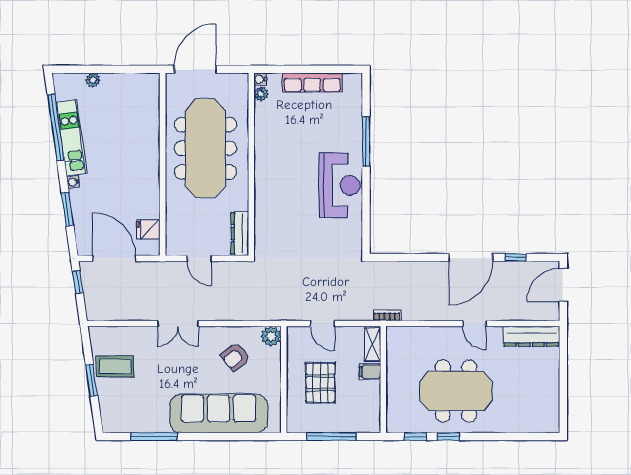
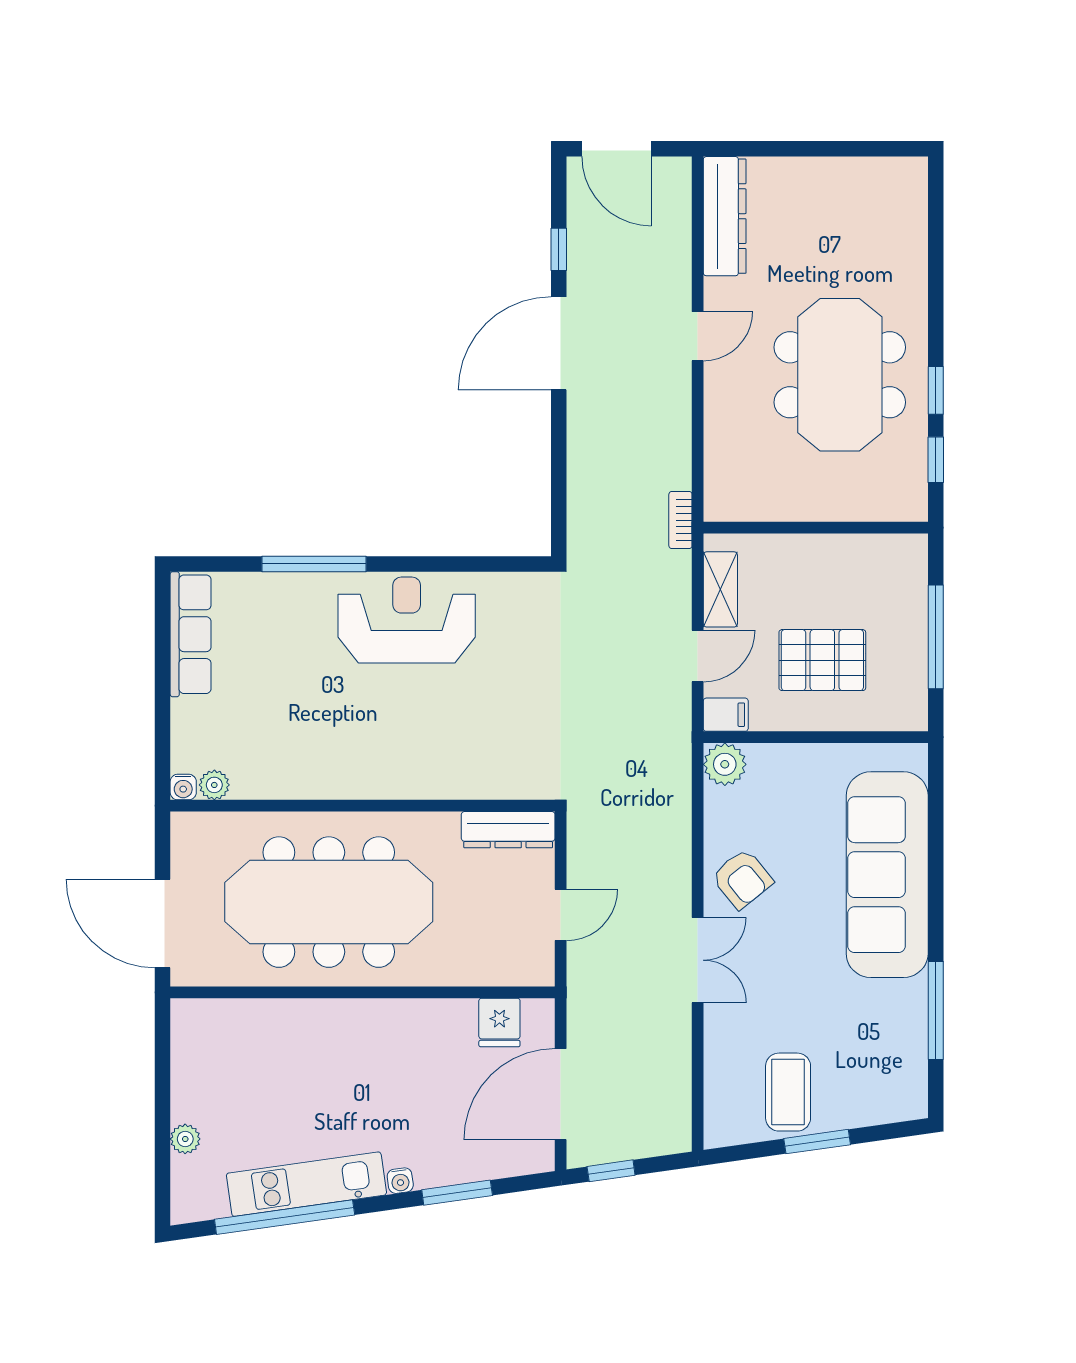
row of seats: (312, 83) -> (191, 634), moved
door: (471, 257) -> (559, 343), swing flipped
shelving: (373, 344) -> (720, 589), moved, turned 90
armchair: (235, 357) -> (742, 879), moved
filing cabinet: (370, 371) -> (726, 715), moved, turned -90

